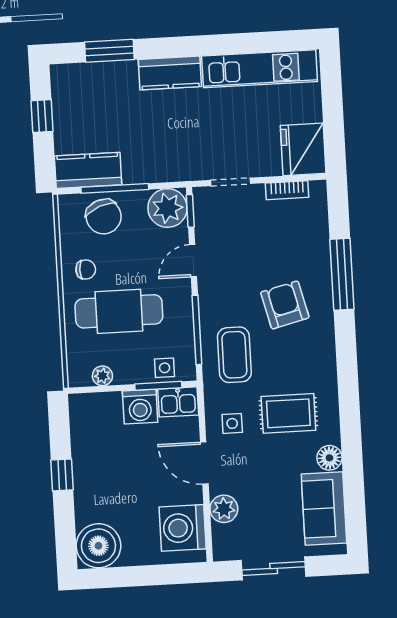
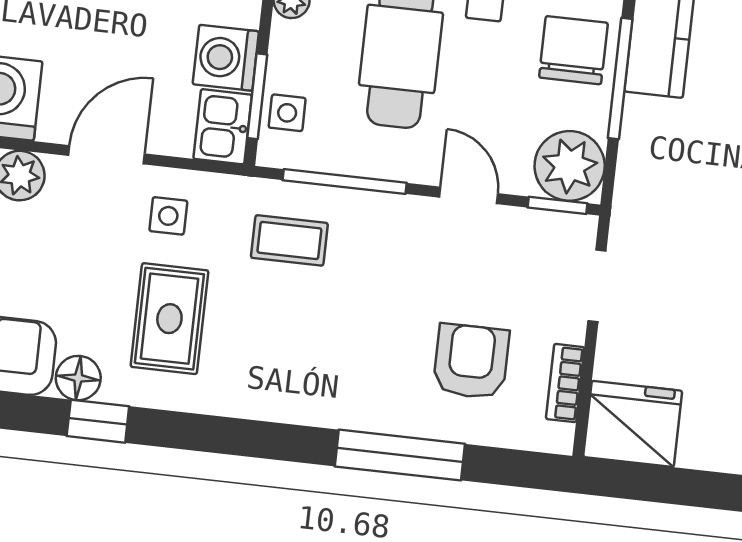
chair: (104, 217) -> (573, 50), turned 111
armchair: (285, 305) -> (471, 361), moved, turned -76
coffee table: (234, 355) -> (289, 240), width x0.73, depth x0.77
window: (351, 443) -> (98, 421), added

